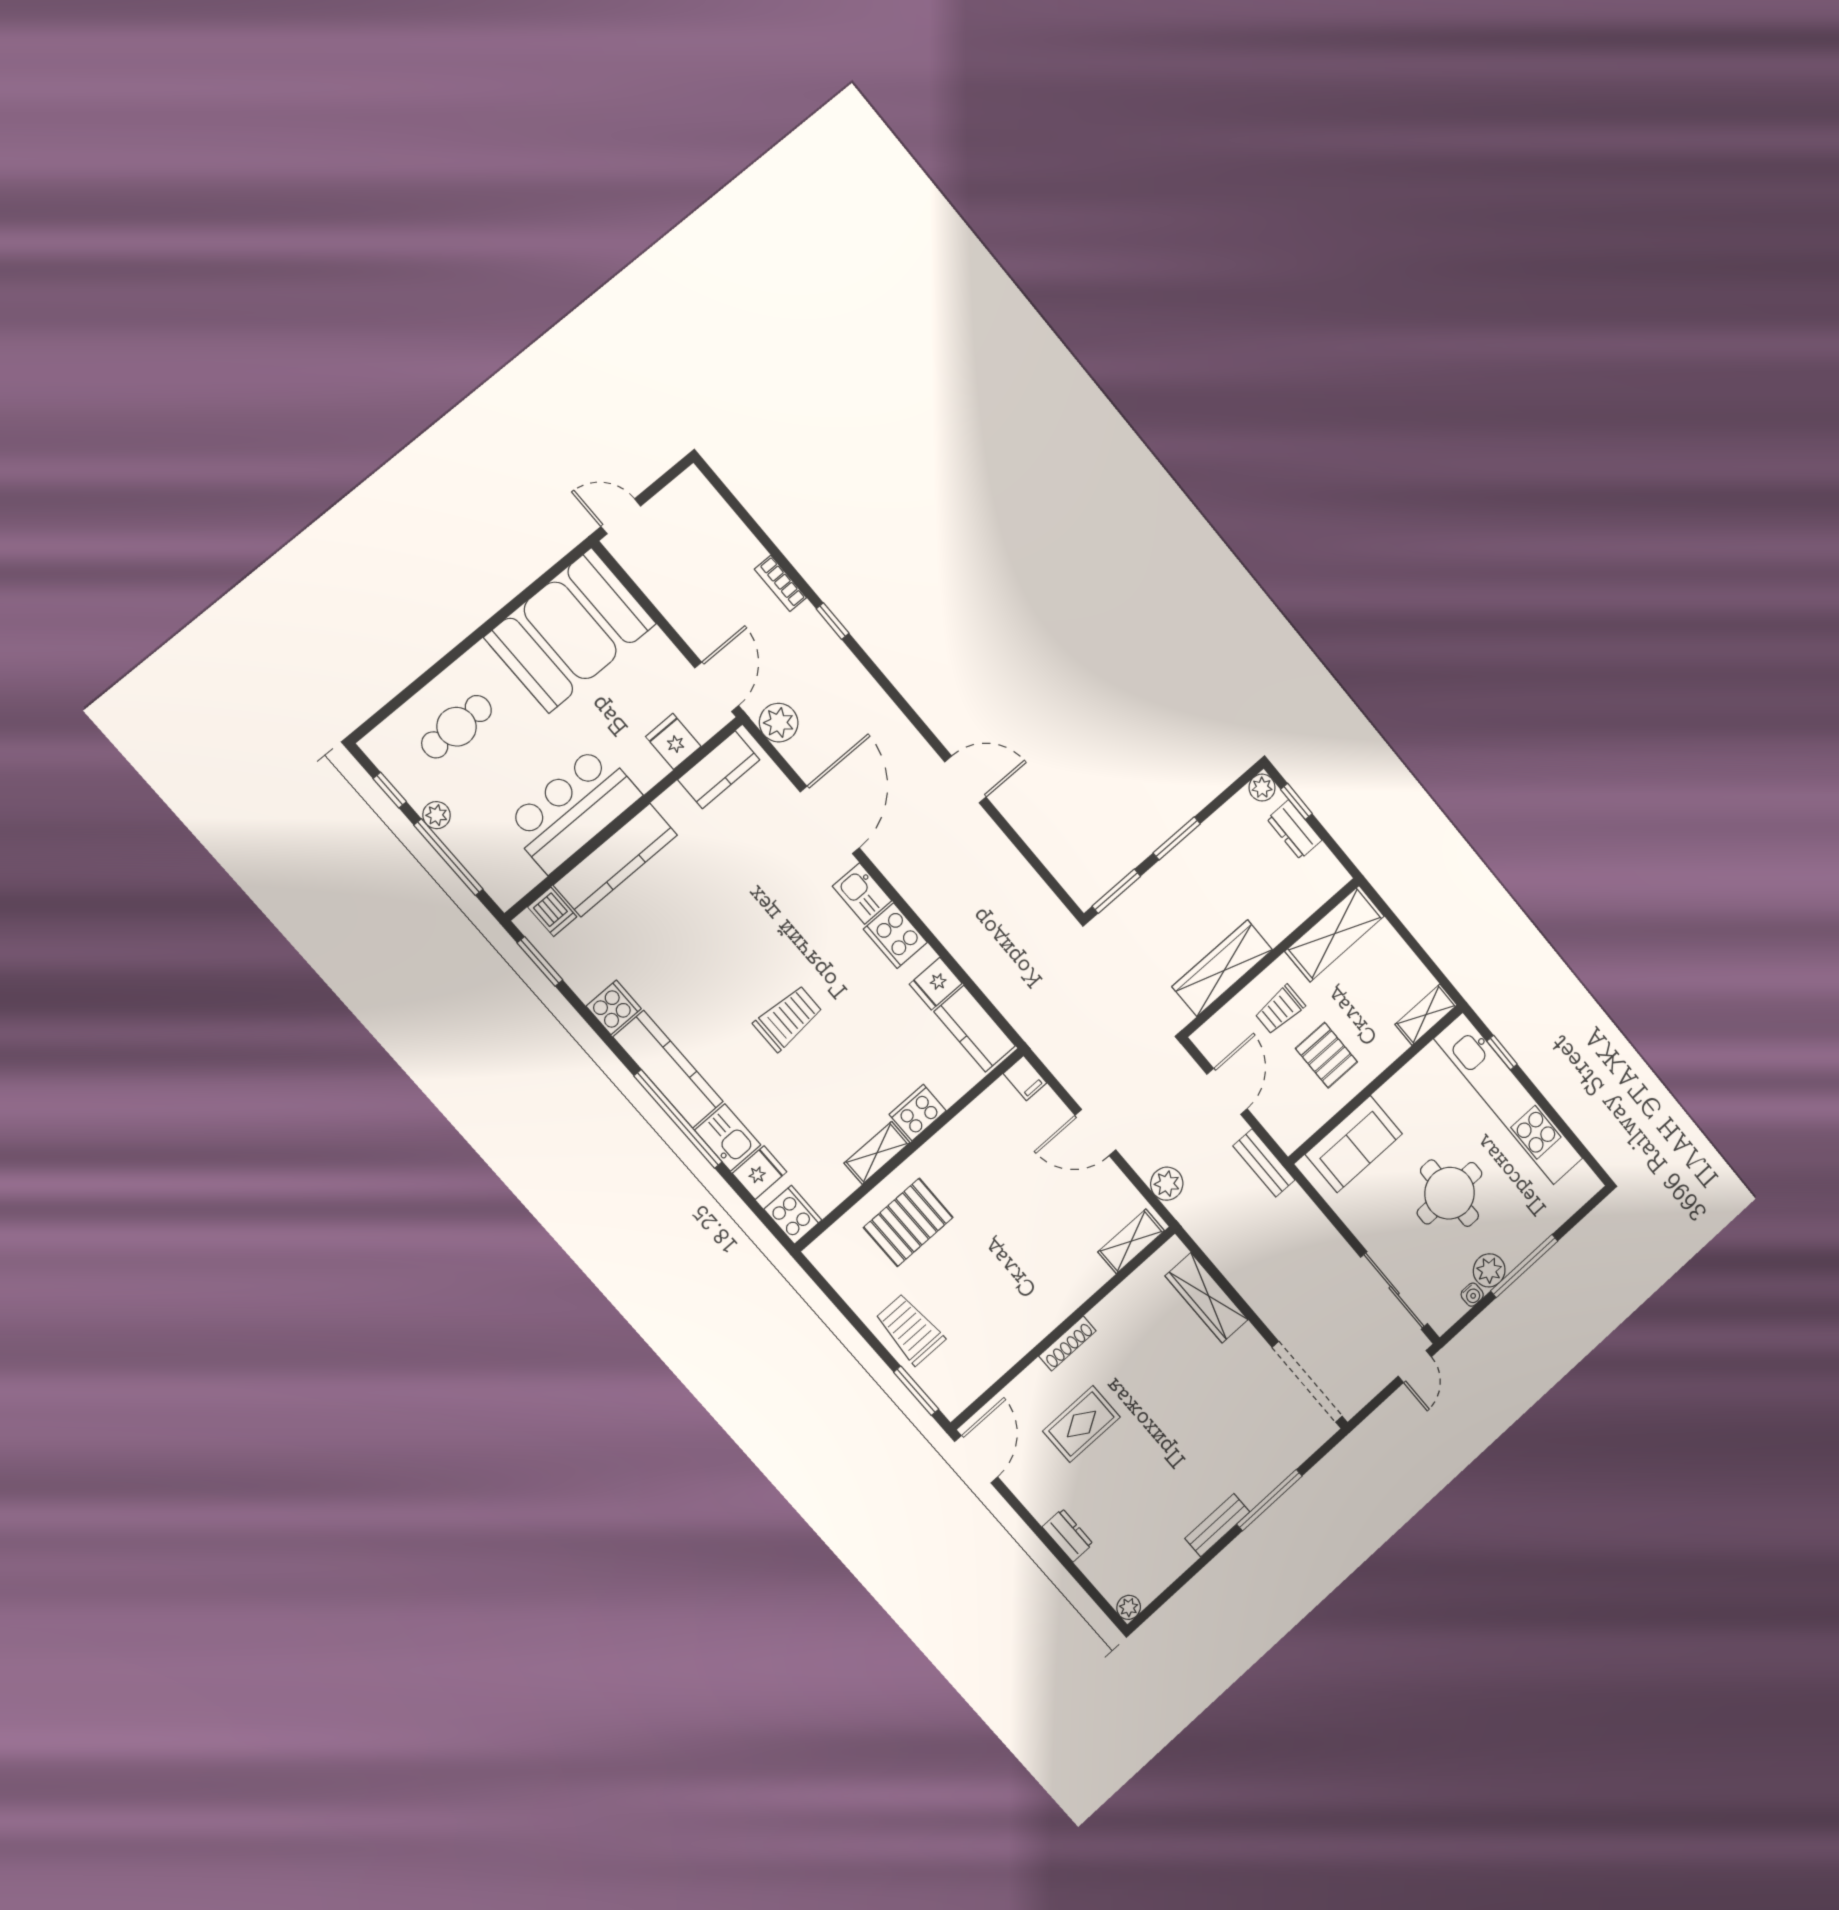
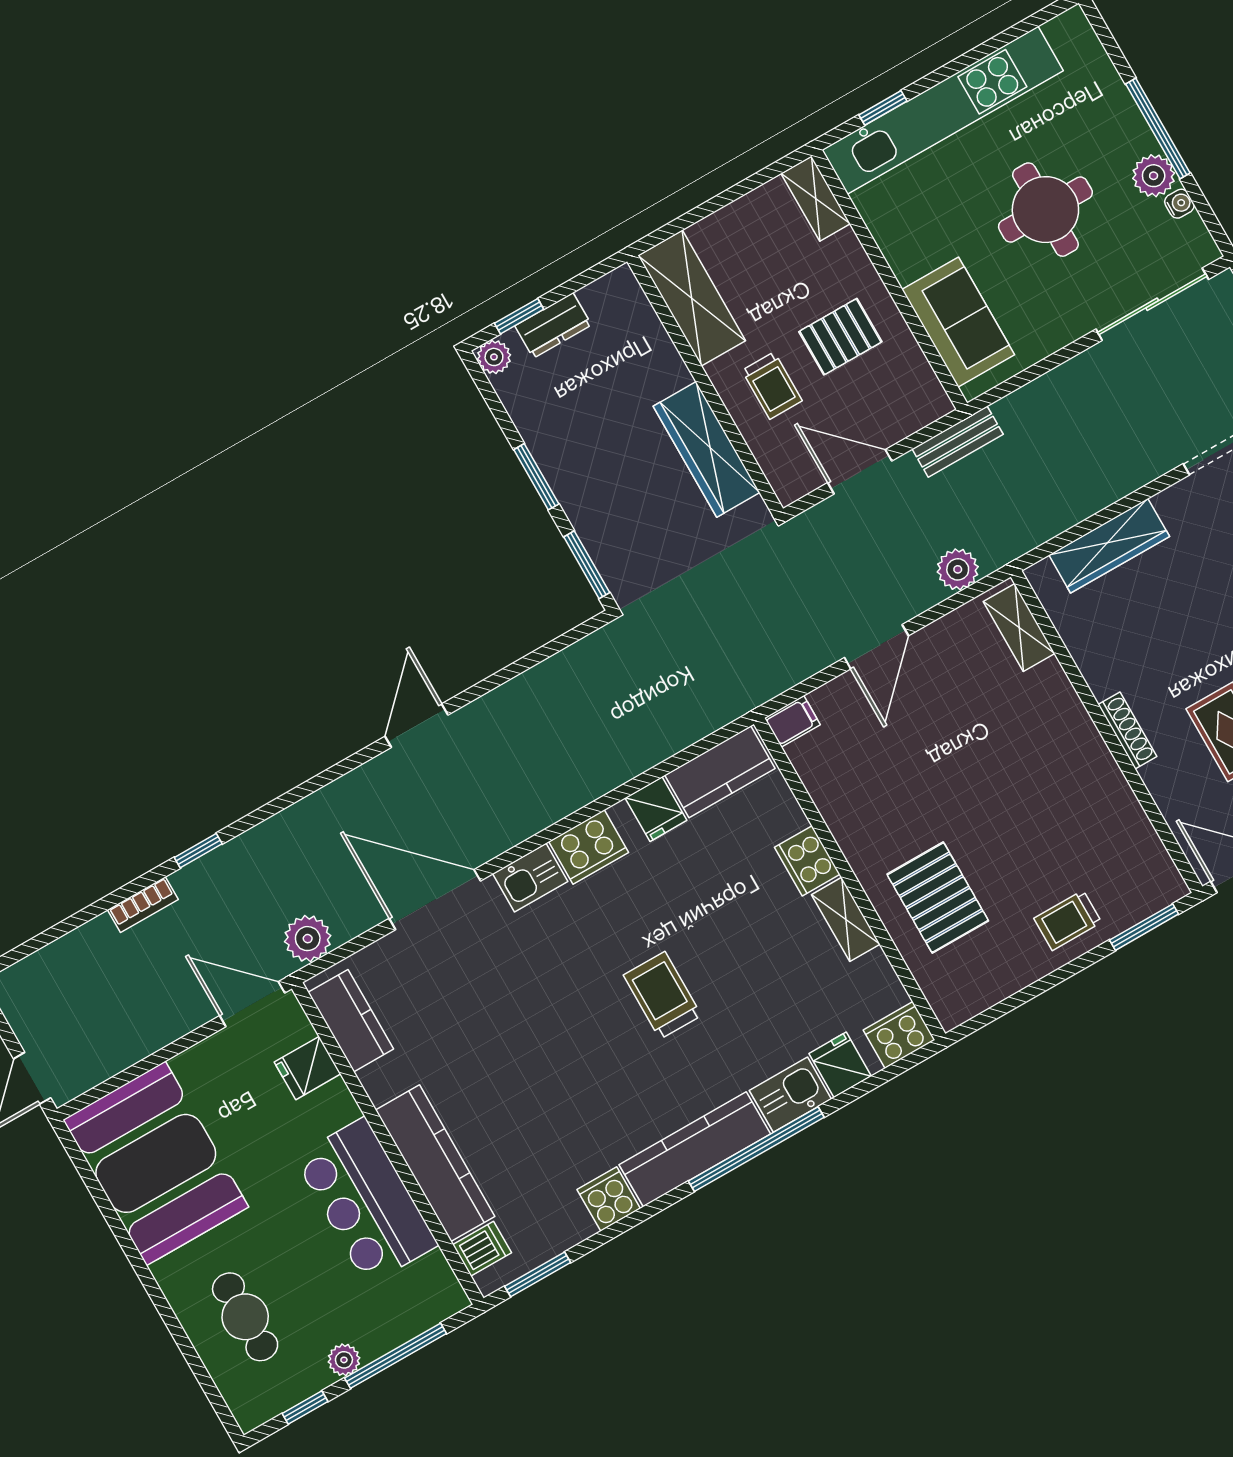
trolley: (910, 1329) -> (1068, 920), width x0.73, depth x0.72

